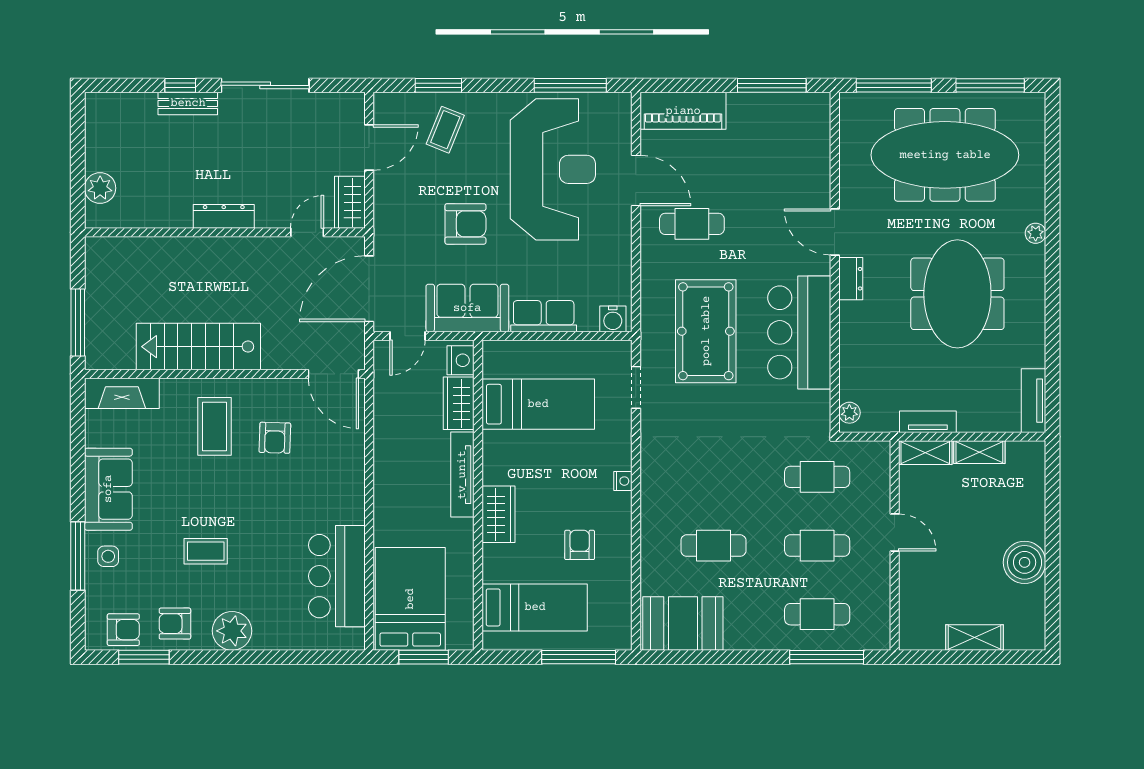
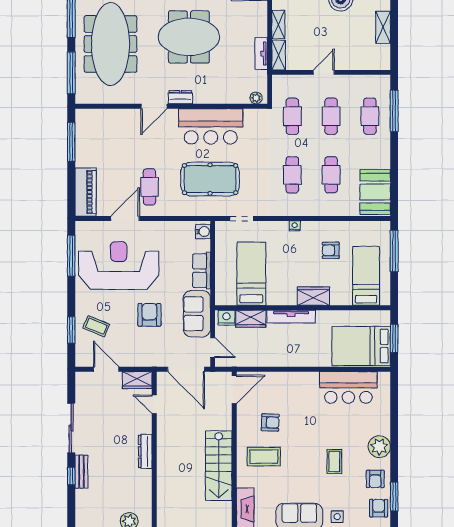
cafe table: (713, 477) -> (292, 175), added

